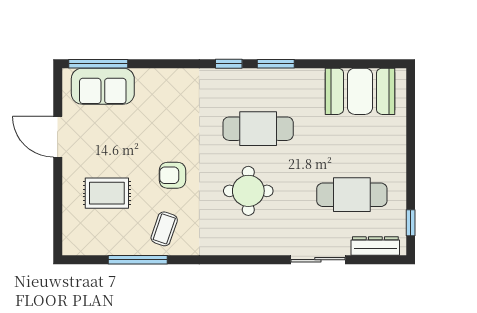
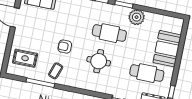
plant: (307, 84) -> (137, 17), added
booth: (360, 91) -> (167, 49), moved, turned 90
rug: (107, 193) -> (25, 58), moved

